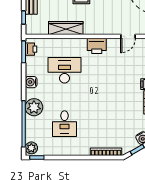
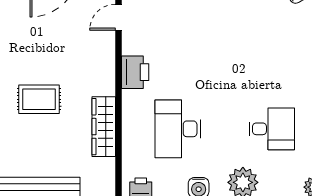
door: (128, 36) -> (118, 17), swing flipped

